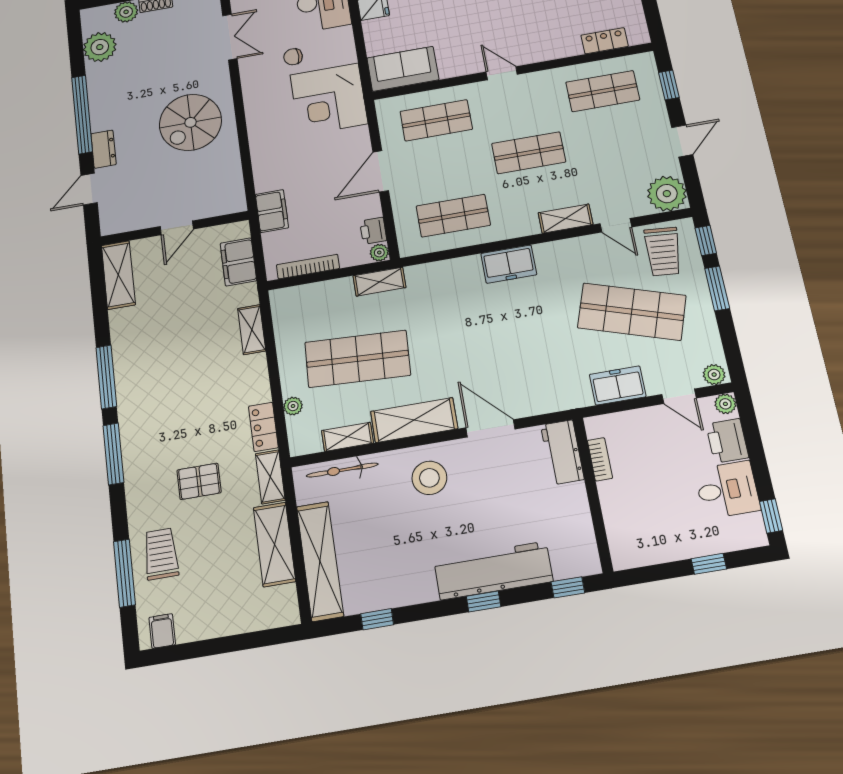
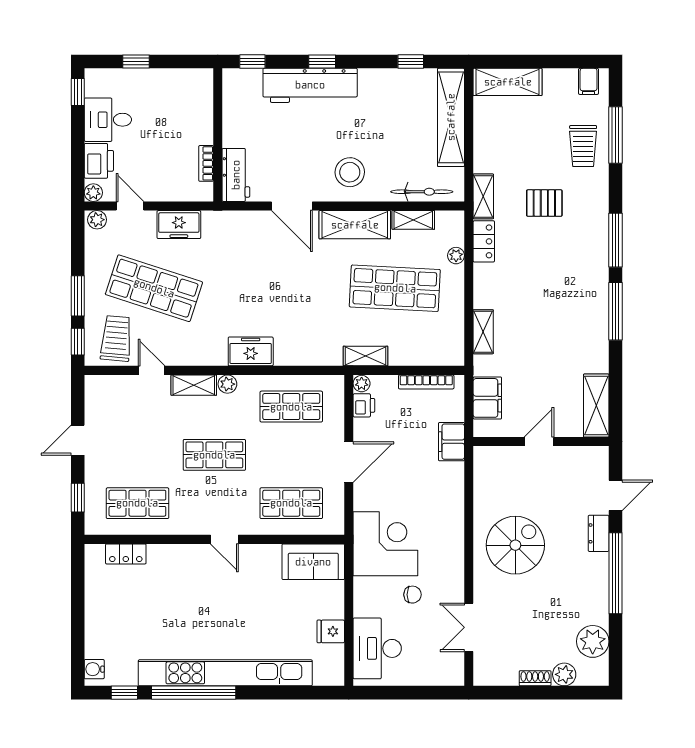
plant: (667, 194) -> (227, 384), moved, width x0.53, depth x0.53
shelving: (274, 544) -> (508, 82), moved, turned 90

